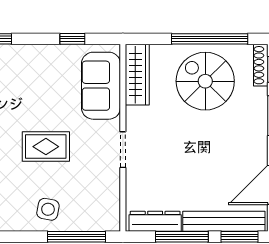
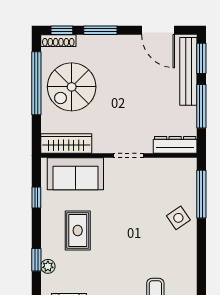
rug: (46, 147) -> (78, 230), moved
side table: (48, 209) -> (178, 218), turned 45
dresser: (155, 221) -> (175, 145), moved, turned 90

